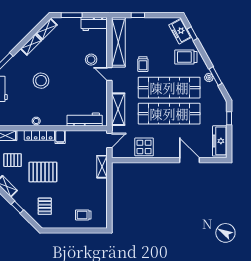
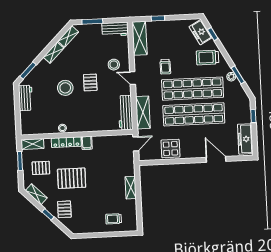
shelving: (118, 42) -> (140, 38), width x0.68
pallet: (66, 76) -> (90, 82), added
workbench: (85, 119) -> (126, 113), moved, turned -90
shelving: (102, 167) -> (131, 188), moved
pallet: (45, 206) -> (64, 209), moved

